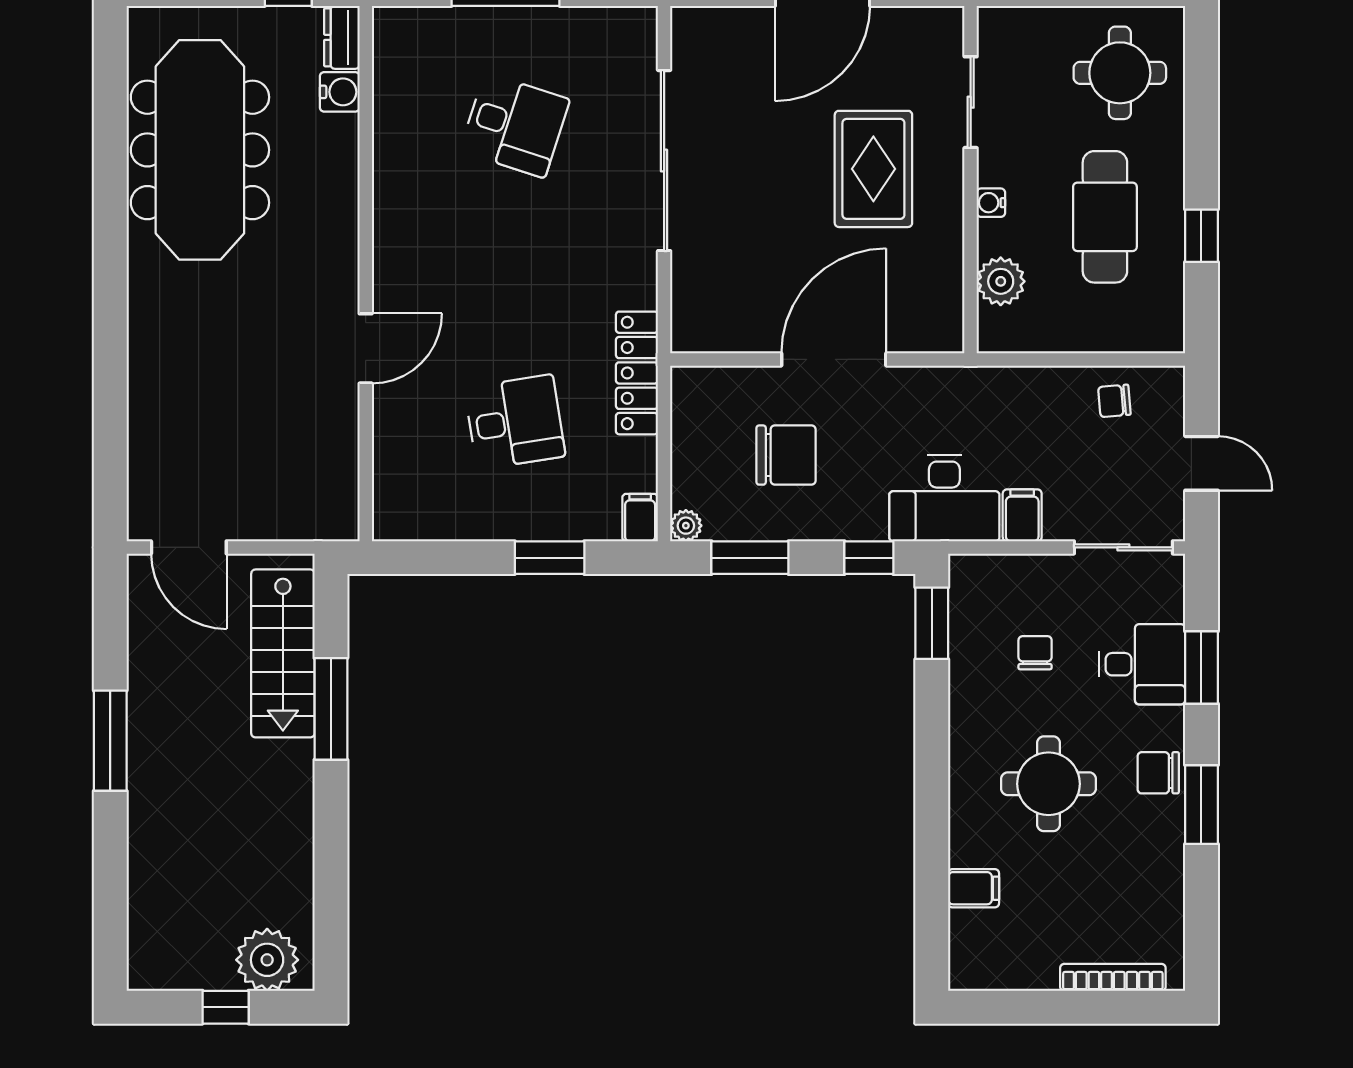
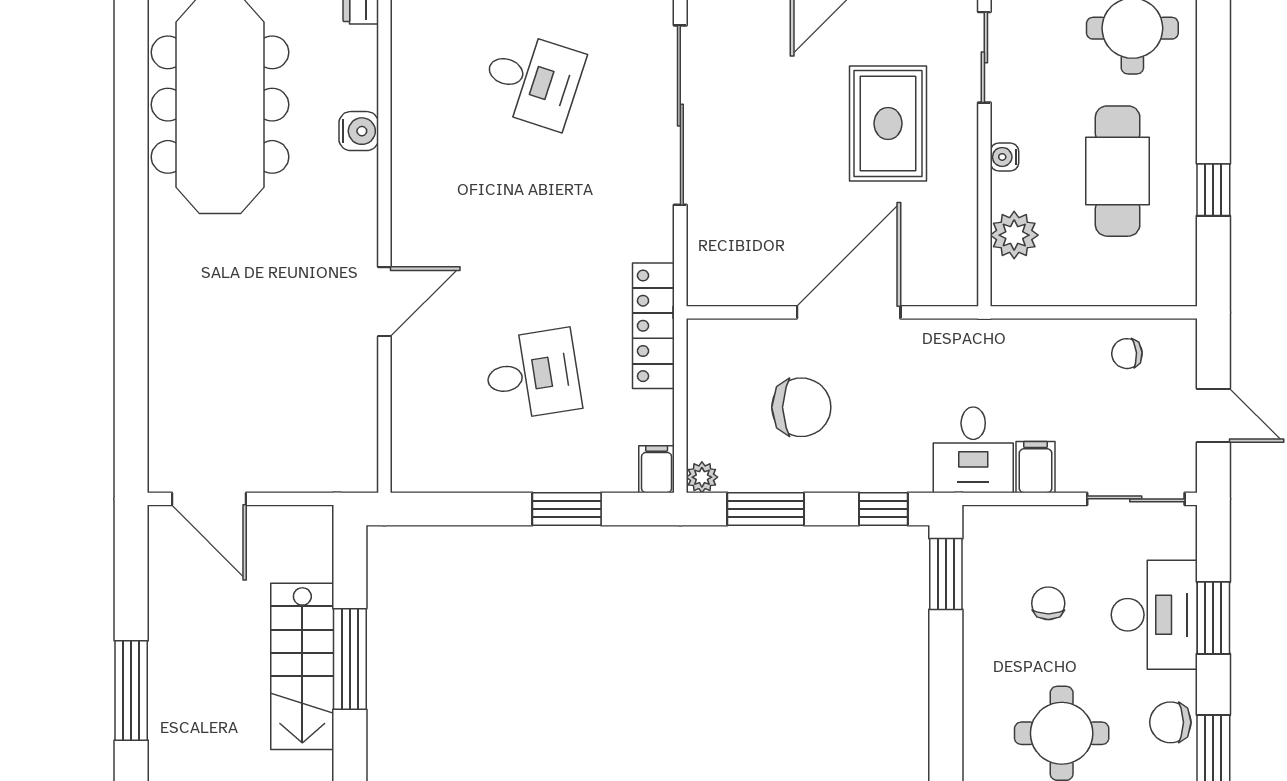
water cooler: (340, 92) -> (359, 131), moved
desk: (944, 498) -> (973, 450), width x0.73
stairs: (283, 653) -> (302, 666), moved
desk: (1142, 664) -> (1154, 615), width x1.37

